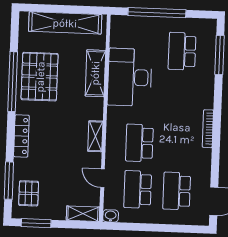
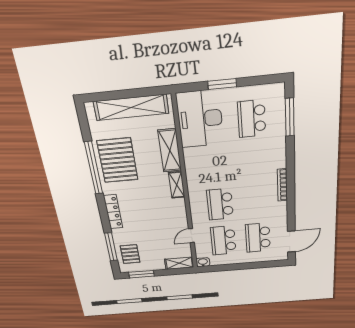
window: (157, 13) -> (222, 84), width x0.47
desk: (130, 77) -> (200, 119), moved
shelving: (95, 136) -> (177, 185), moved
door: (103, 178) -> (191, 236), hinge flipped

